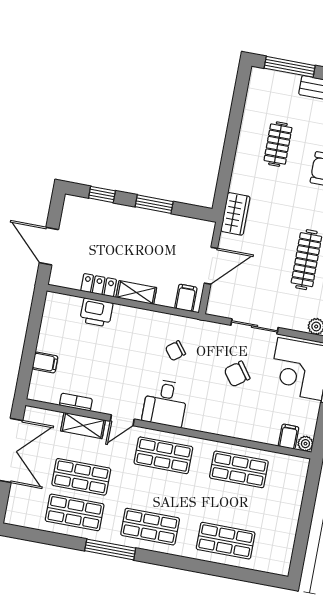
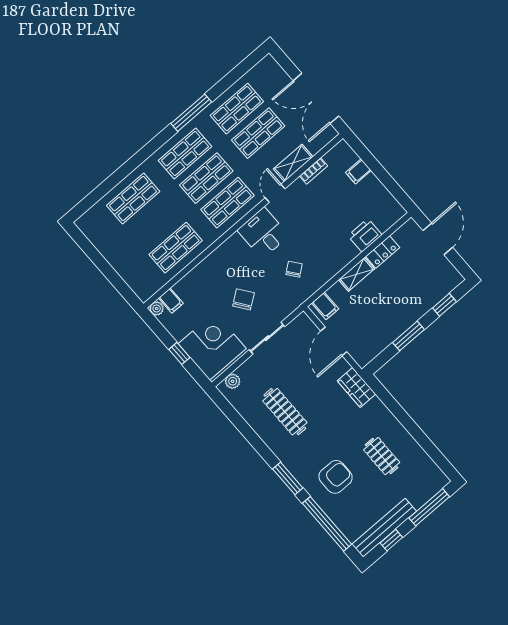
door: (49, 246) -> (438, 239), hinge flipped
shop shelf: (157, 491) -> (206, 178), added

